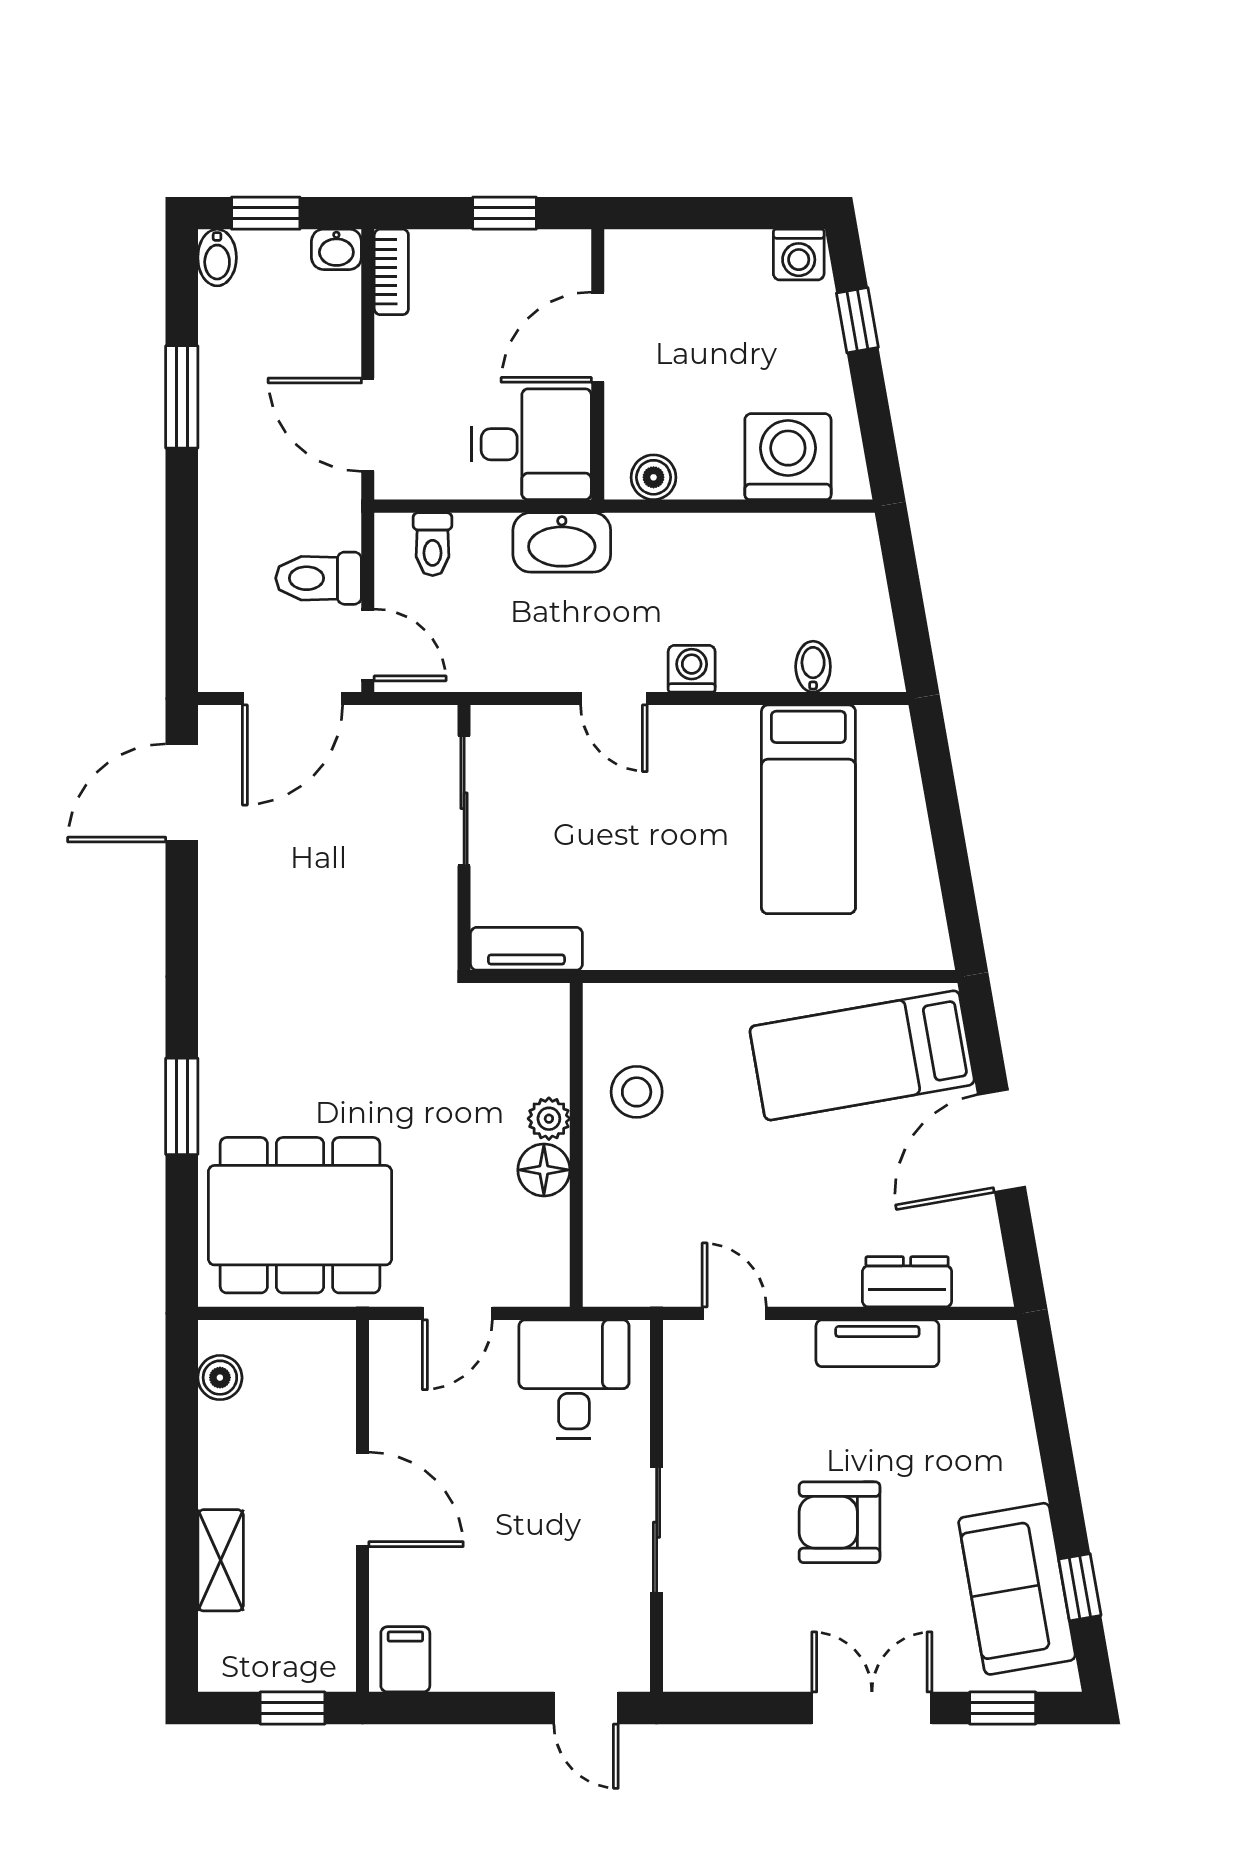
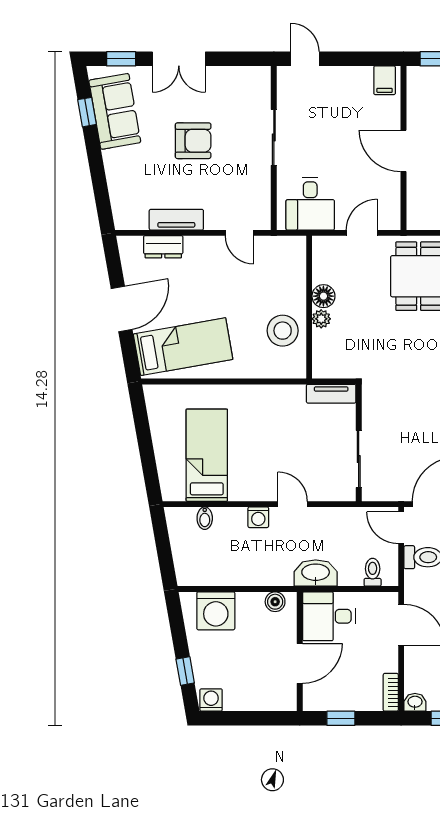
stool: (637, 1092) -> (283, 331), width x1.38, depth x1.38

